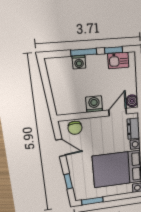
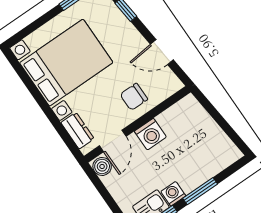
washing machine: (79, 62) -> (173, 194), moved
chair: (75, 128) -> (134, 97), moved, turned -90

